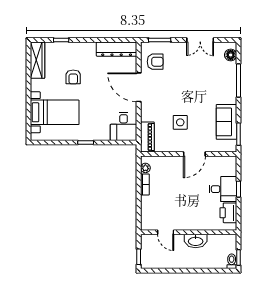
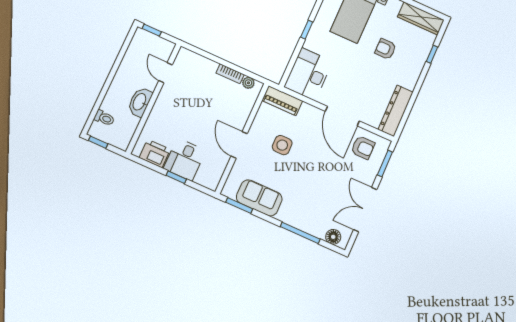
double door: (200, 40) -> (365, 210), width x1.37
armchair: (155, 62) -> (363, 148), turned -90
door: (139, 87) -> (342, 116), swing flipped
desk: (124, 126) -> (308, 74), width x1.37
door: (166, 232) -> (166, 73), hinge flipped
toilet: (232, 261) -> (104, 118), moved

